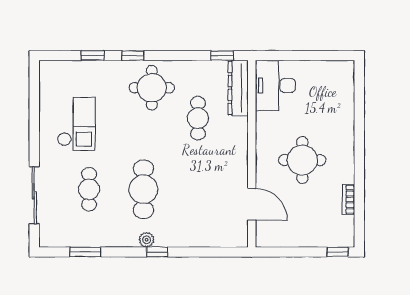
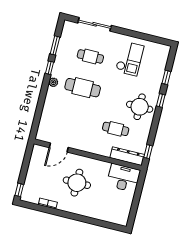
checkout: (76, 124) -> (130, 58), turned -90
window: (157, 252) -> (49, 68), moved

